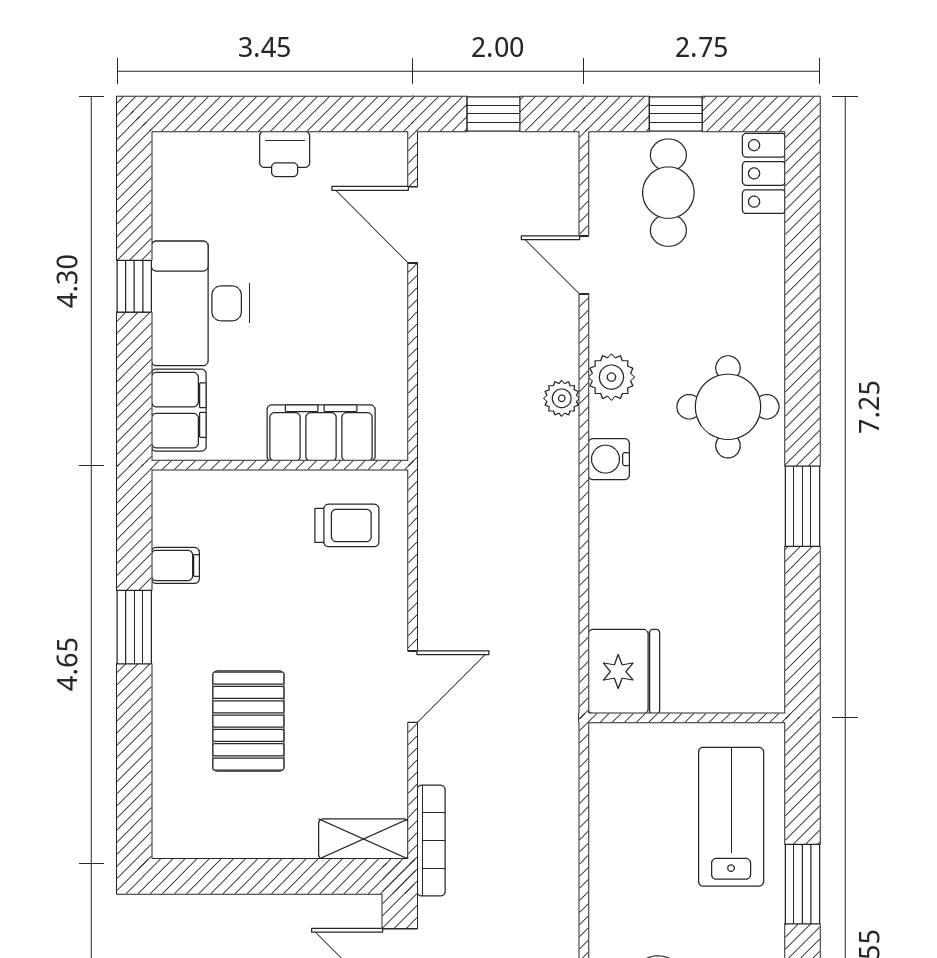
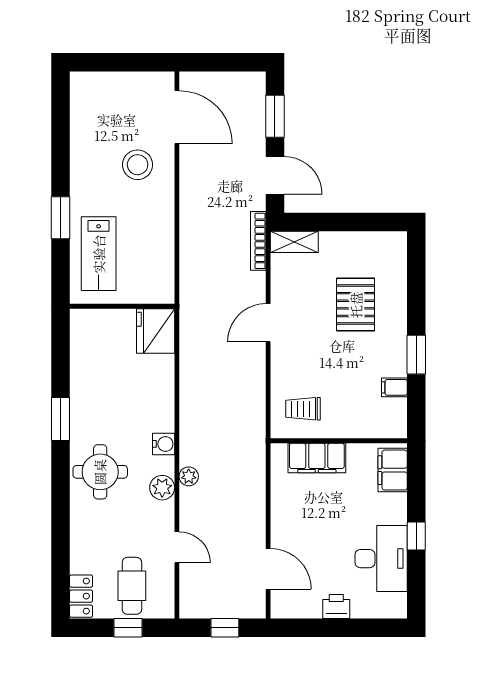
desk: (200, 303) -> (381, 559), moved

